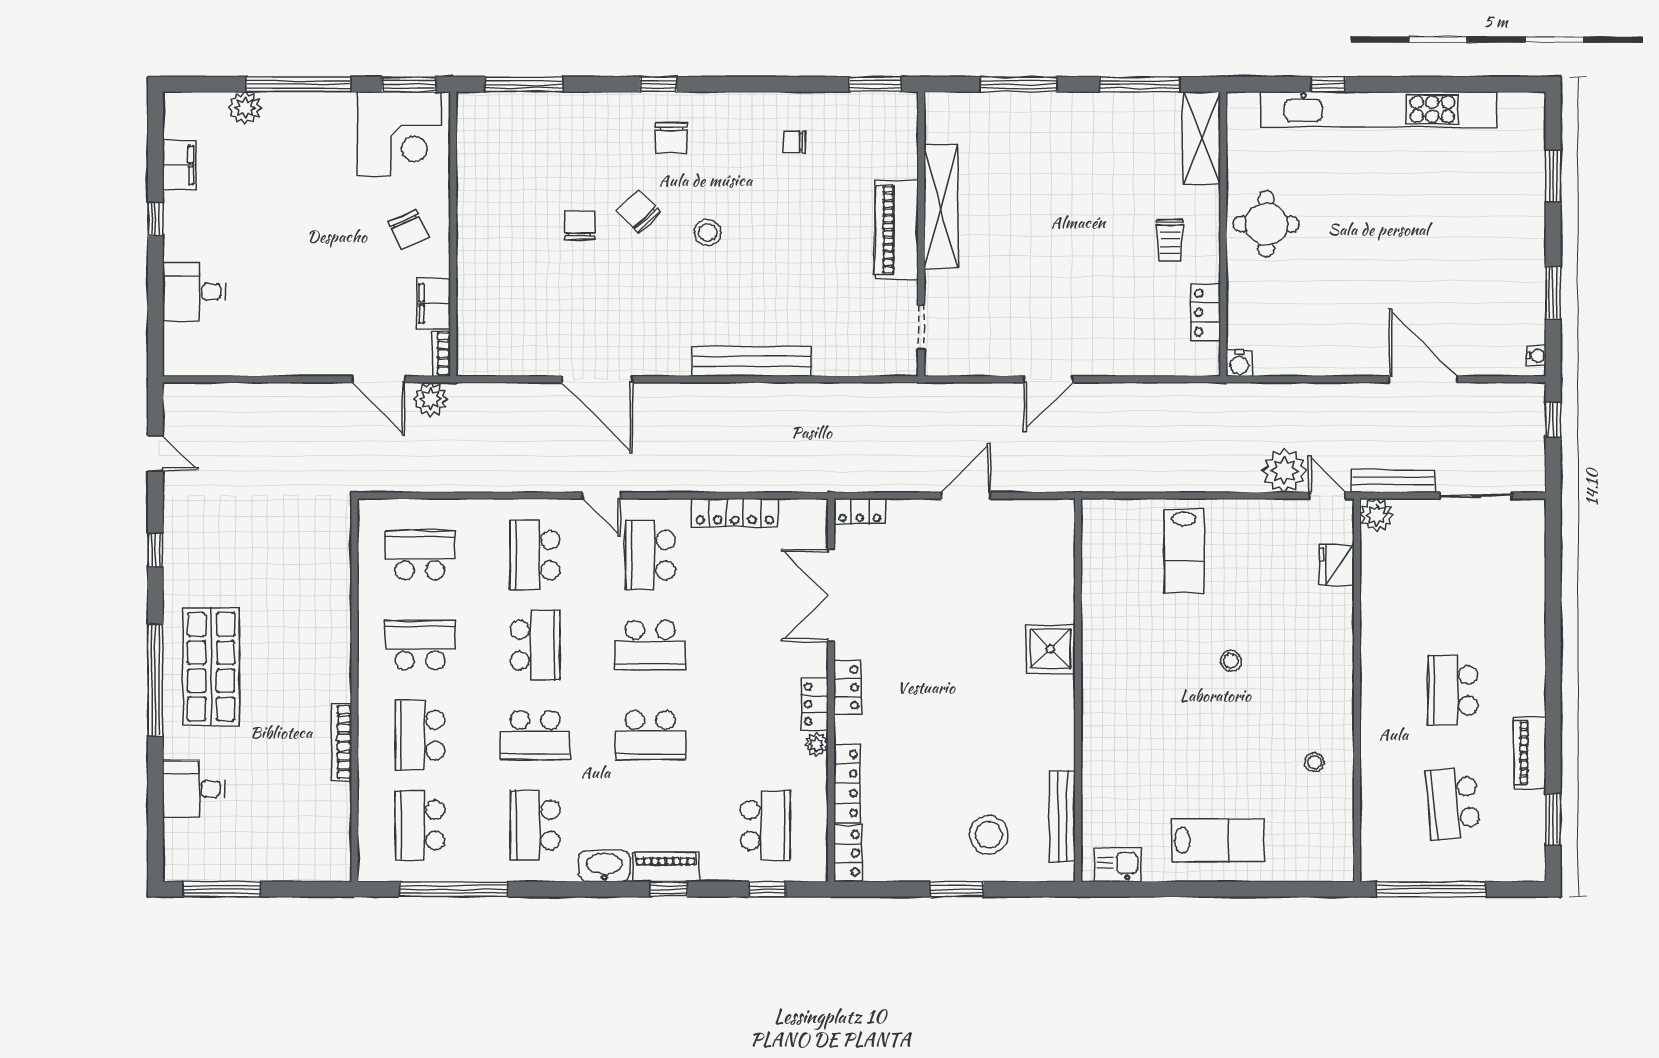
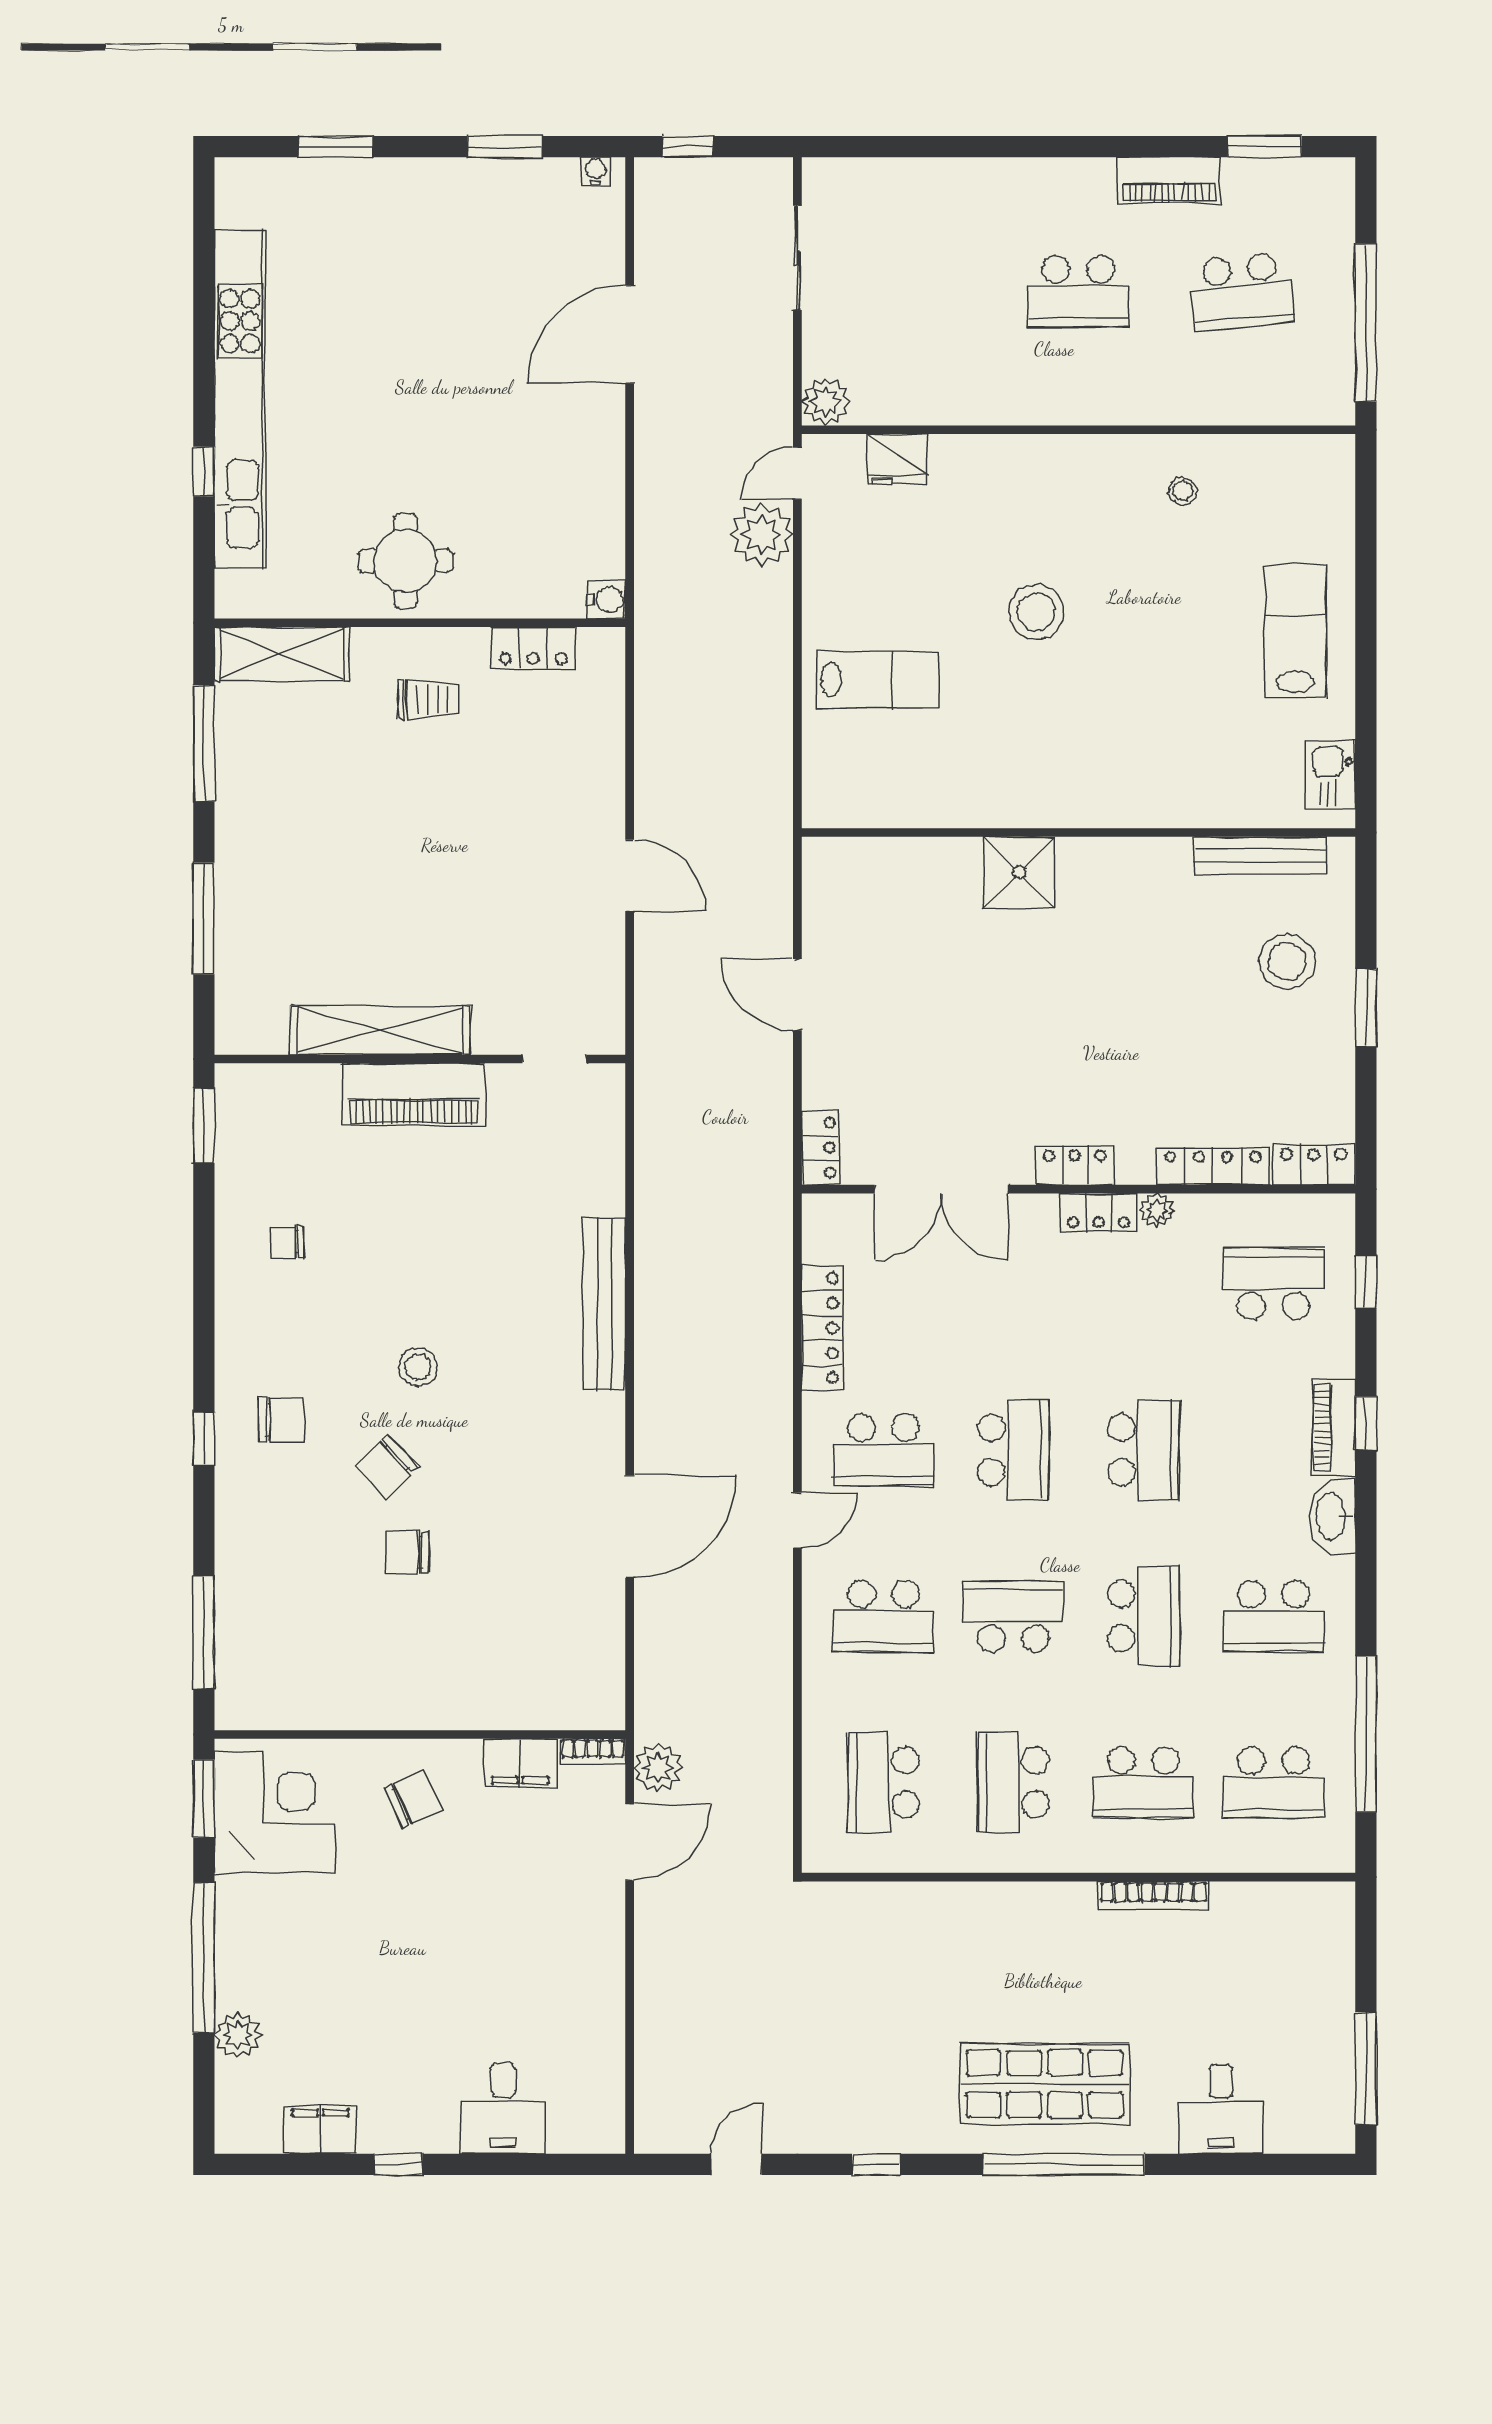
chair: (794, 142) -> (287, 1242), turned 90
bench: (1393, 481) -> (776, 378), removed
stool: (1231, 661) -> (1036, 612), width x1.89, depth x1.89

